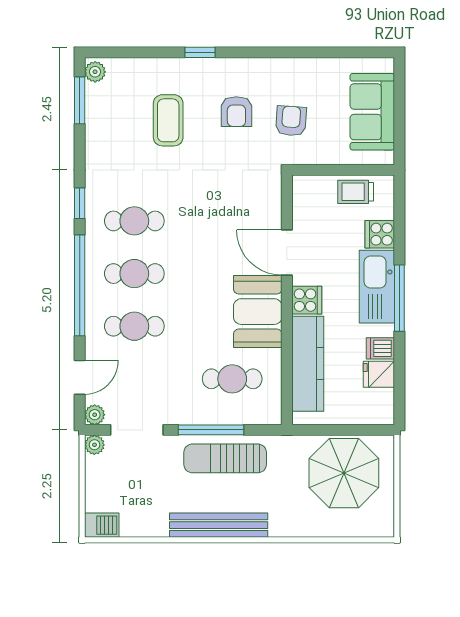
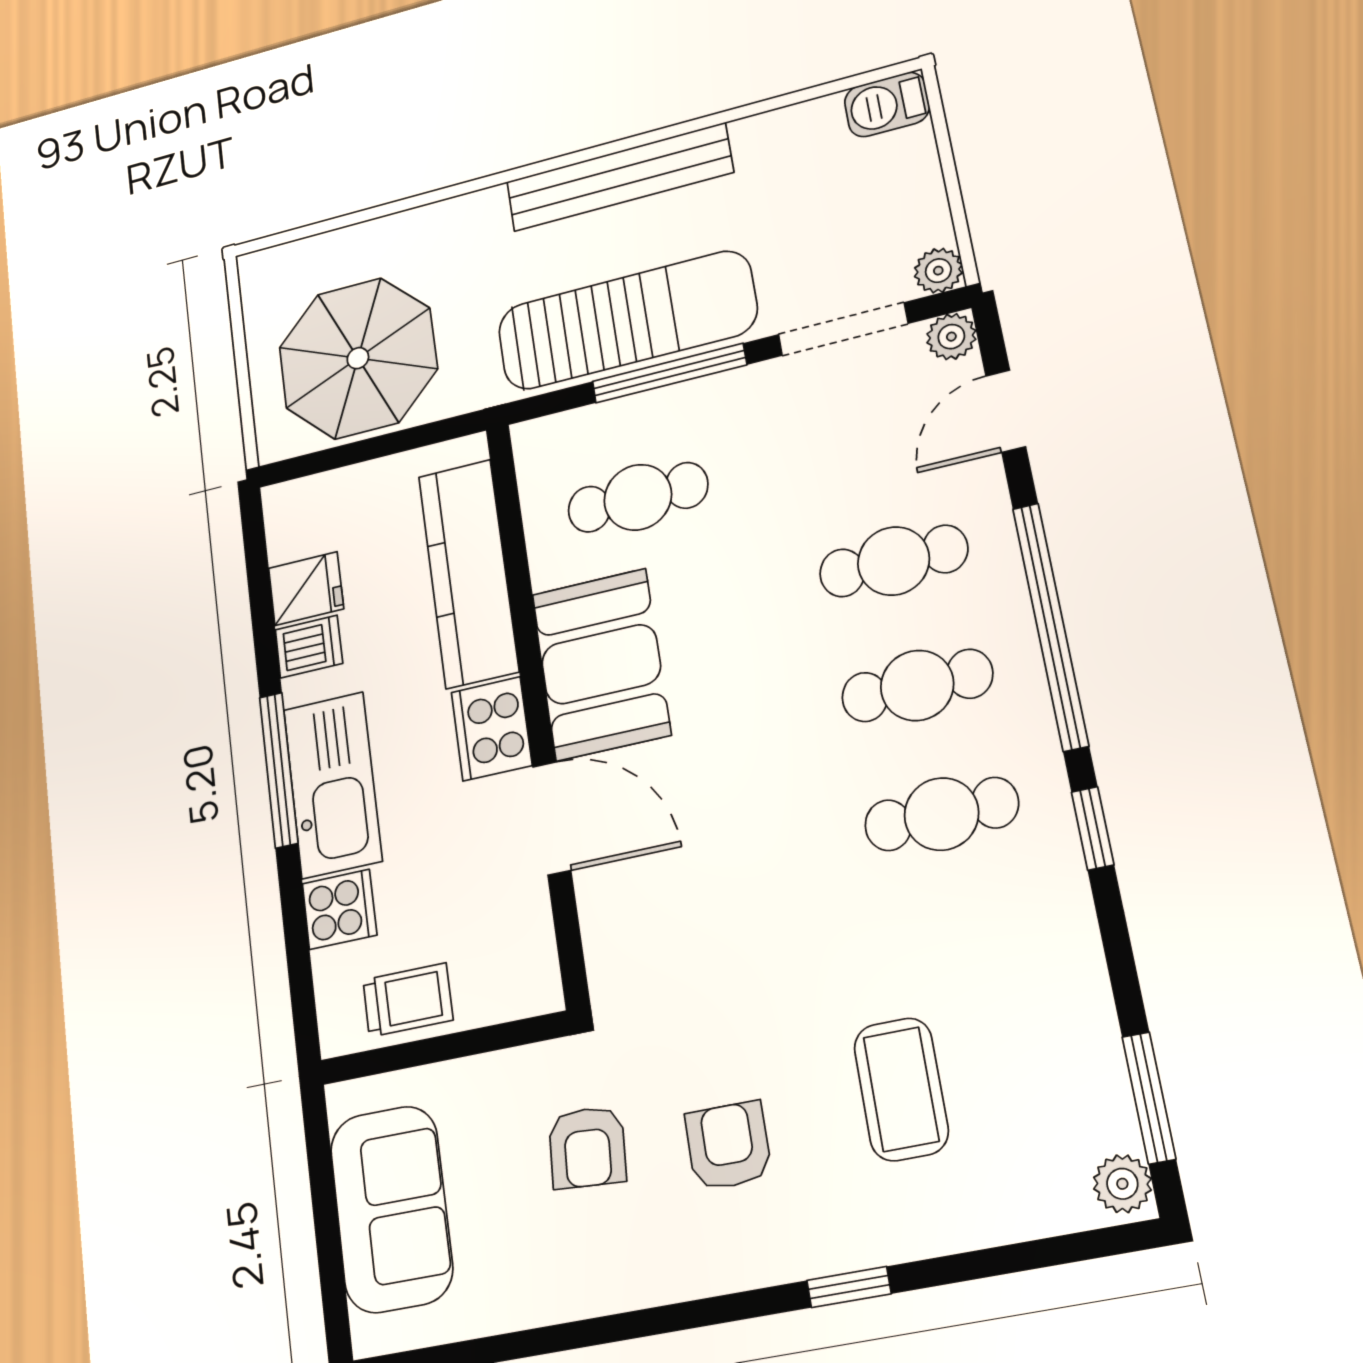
cooker: (307, 300) -> (492, 729), width x1.36
sun lounger: (225, 458) -> (627, 320), width x1.36, depth x1.34

